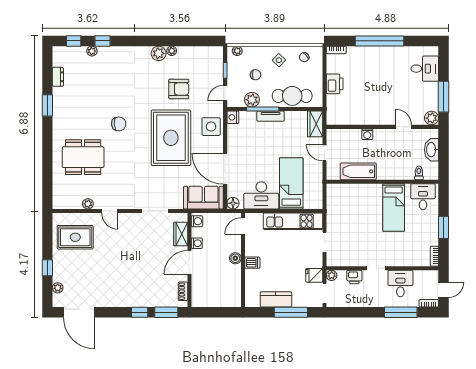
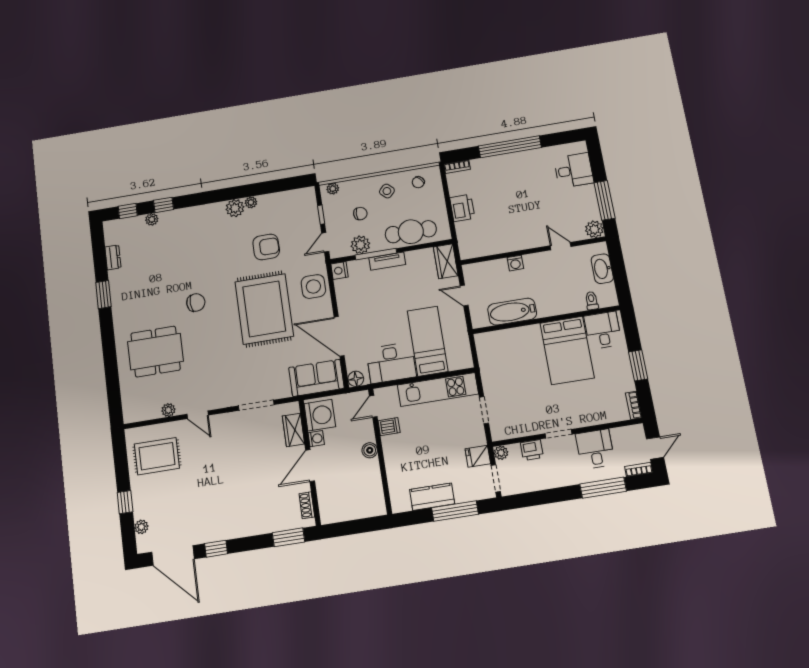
bed: (394, 208) -> (567, 350), width x1.50
washing machine: (197, 221) -> (320, 415), width x1.89, depth x1.89
dishwasher: (252, 263) -> (389, 427), moved
window: (140, 312) -> (216, 549), moved

